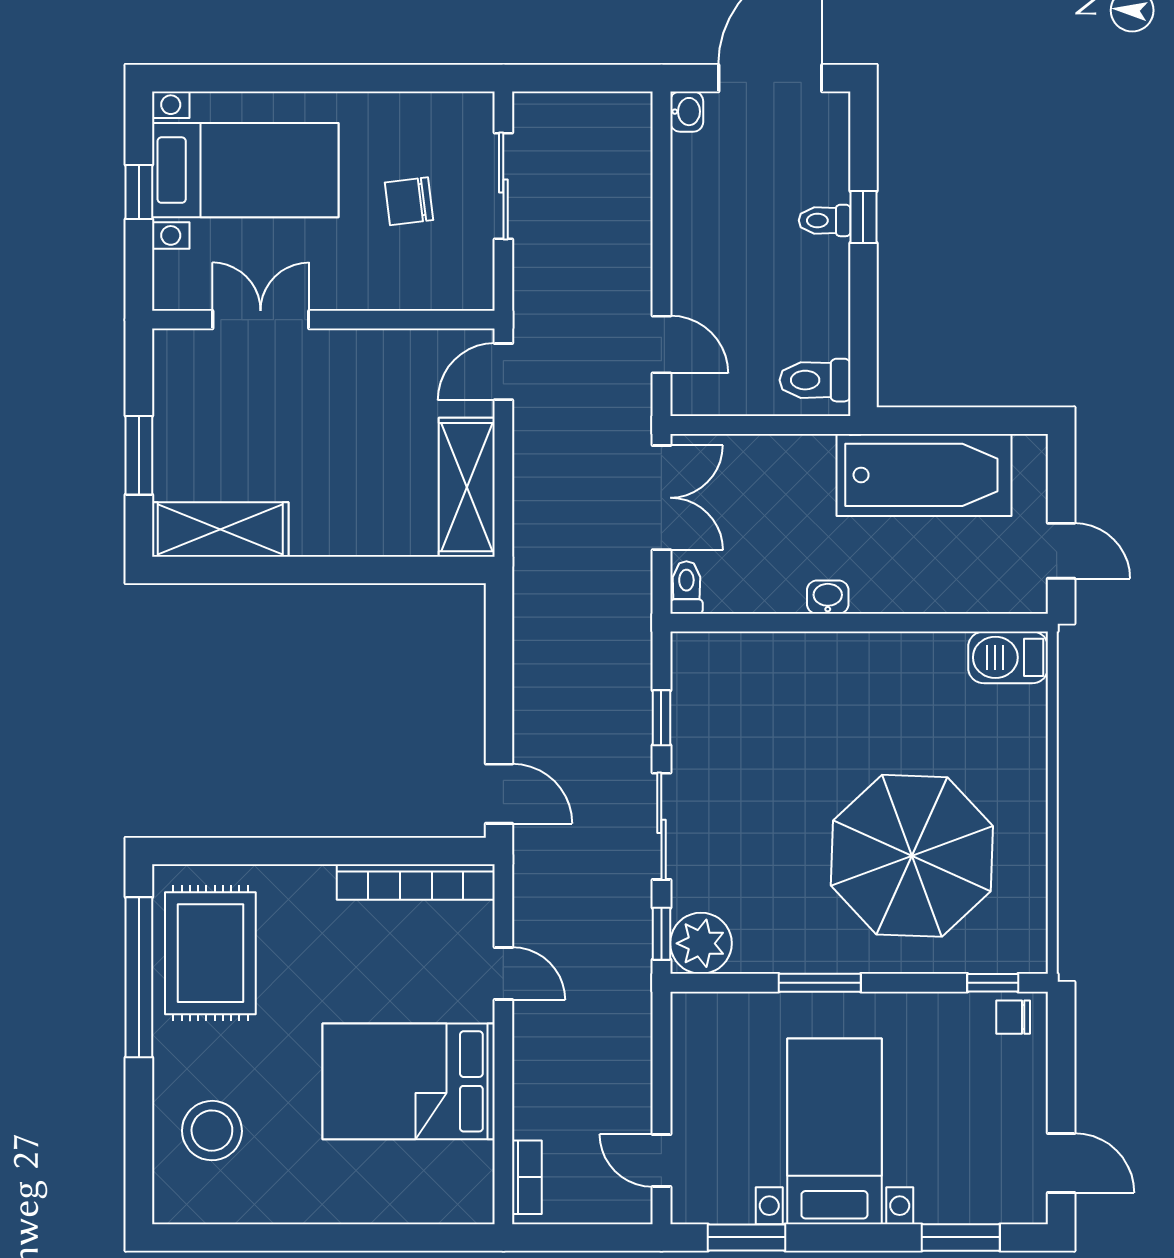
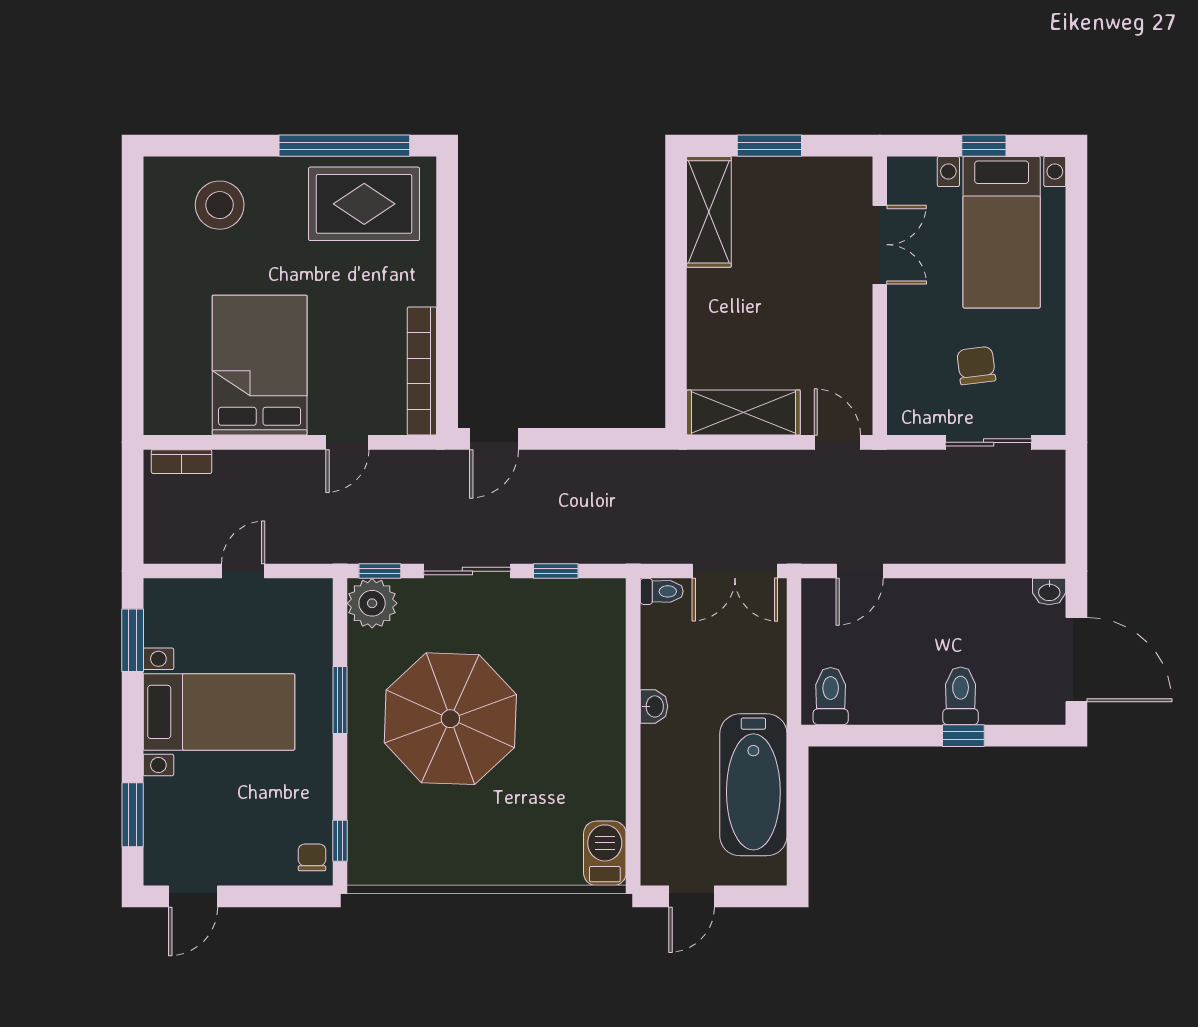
toilet: (825, 220) -> (961, 696), width x1.37, depth x1.39
parasol: (912, 856) -> (450, 719), moved
door: (661, 1160) -> (243, 571), moved

